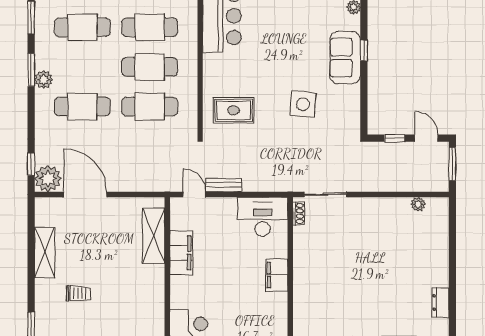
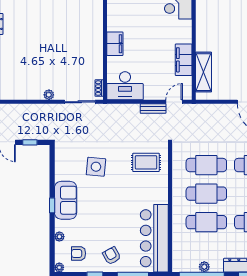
door: (194, 194) -> (174, 102), swing flipped
plant: (418, 204) -> (49, 95), moved

